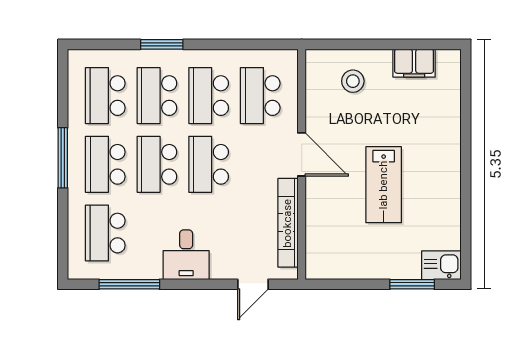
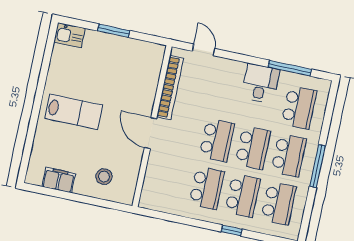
window: (162, 44) -> (232, 230), width x0.67
school desk: (260, 96) -> (171, 180), removed
lab bench: (384, 185) -> (74, 112), moved, turned 90
desk: (186, 255) -> (260, 83), moved
door: (253, 284) -> (204, 50), hinge flipped
window: (412, 284) -> (114, 31), moved

